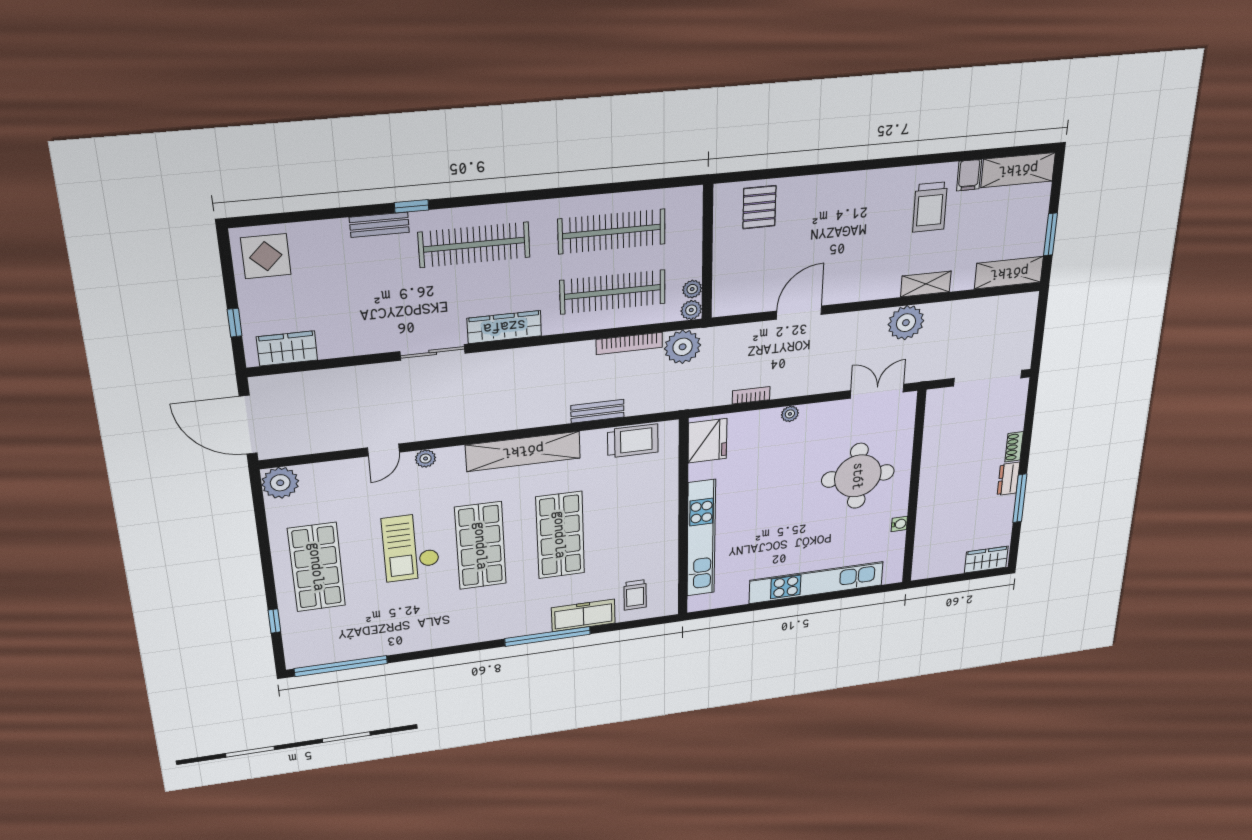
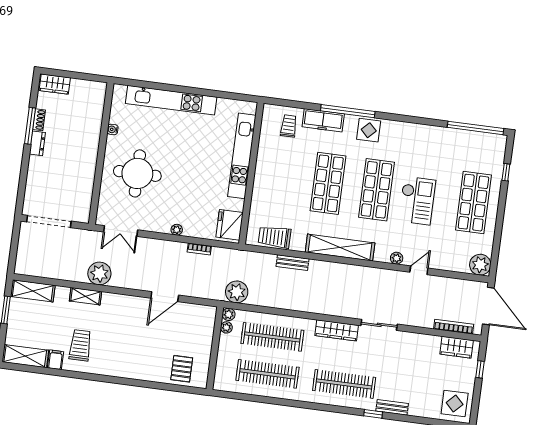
bookcase: (629, 343) -> (454, 327), moved
shoe rack: (1014, 447) -> (39, 120), moved
display table: (510, 621) -> (369, 130), added

